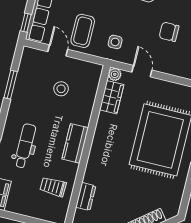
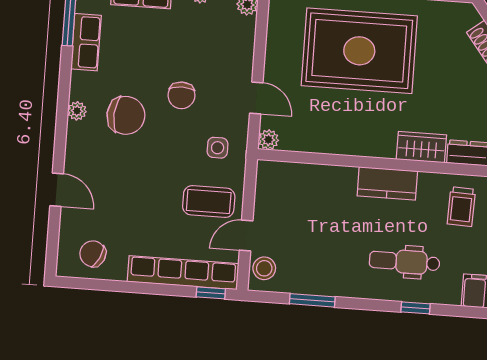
chair: (169, 32) -> (181, 95), moved
door: (142, 71) -> (256, 98), swing flipped
stool: (61, 89) -> (264, 268), moved
wardrobe: (112, 97) -> (421, 147), moved

